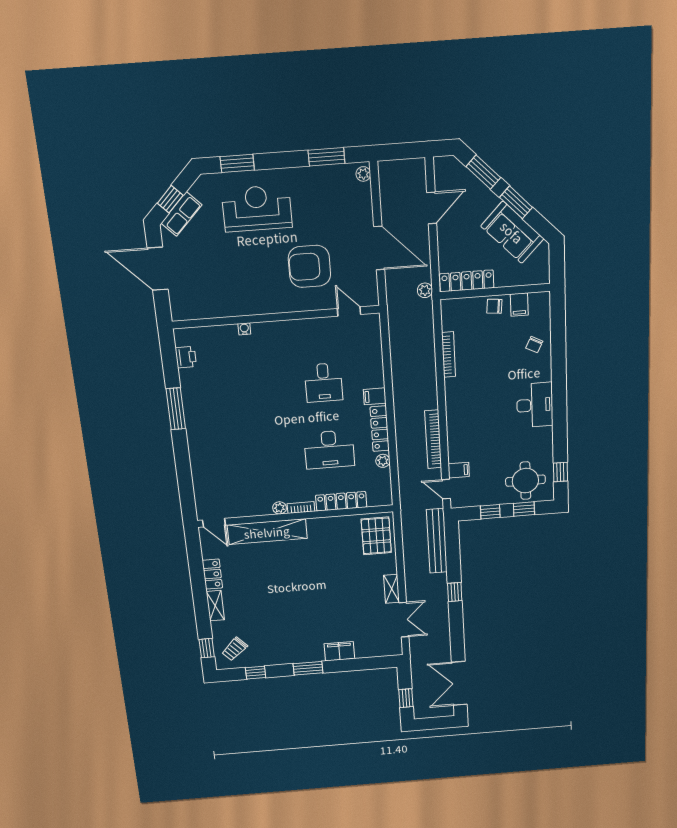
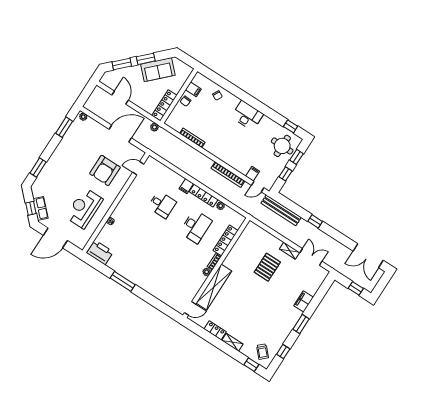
reception desk: (257, 208) -> (84, 208), moved
printer: (186, 357) -> (100, 252), width x1.87, depth x1.48
pallet: (376, 536) -> (267, 267), moved, turned 90

